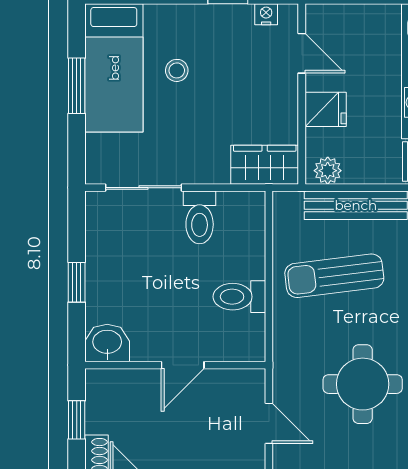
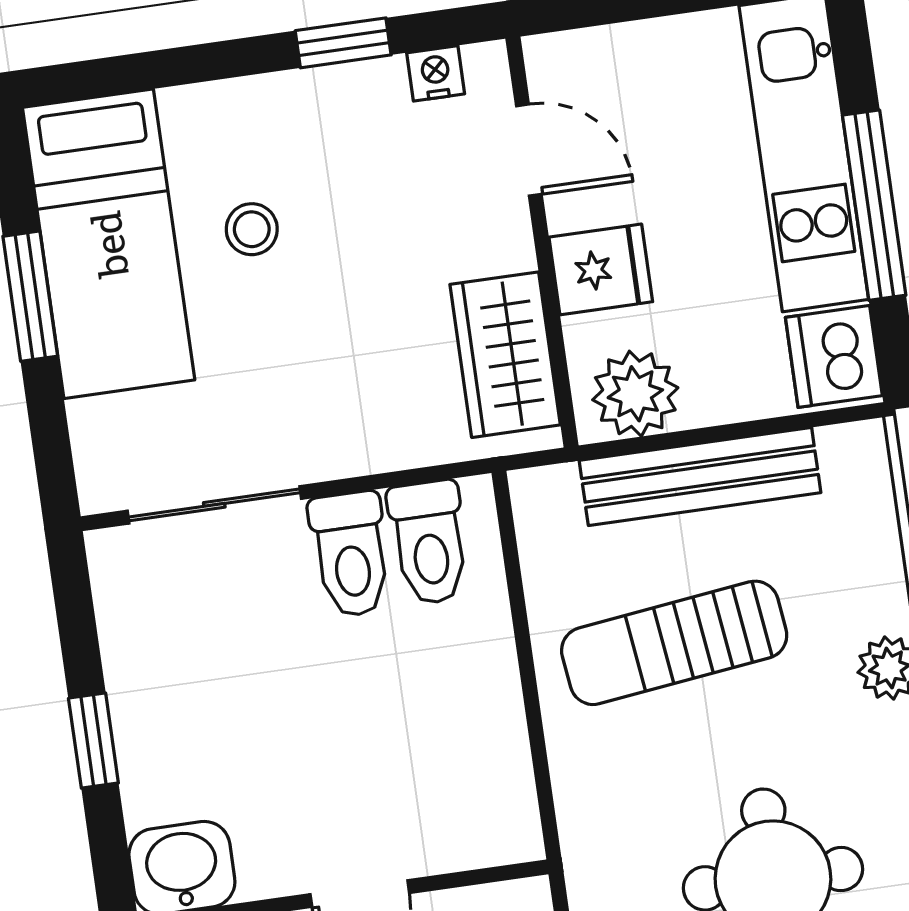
wardrobe: (265, 165) -> (505, 355), moved, turned -90
plant: (328, 171) -> (635, 394), width x1.38, depth x1.38
toilet: (239, 297) -> (429, 542), moved, turned -90

